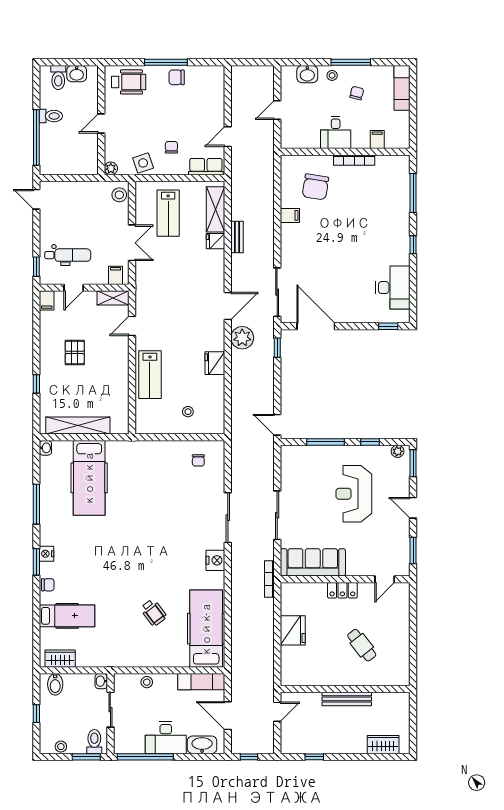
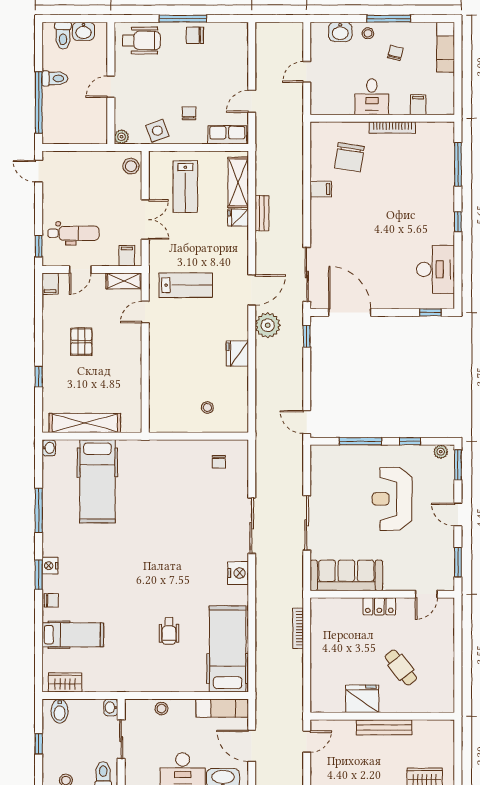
lab bench: (150, 375) -> (186, 285), moved, turned -90
bookcase: (269, 579) -> (298, 628), moved
wheelchair: (153, 613) -> (169, 631), turned 37
fridge: (293, 630) -> (362, 699), moved, turned -90

